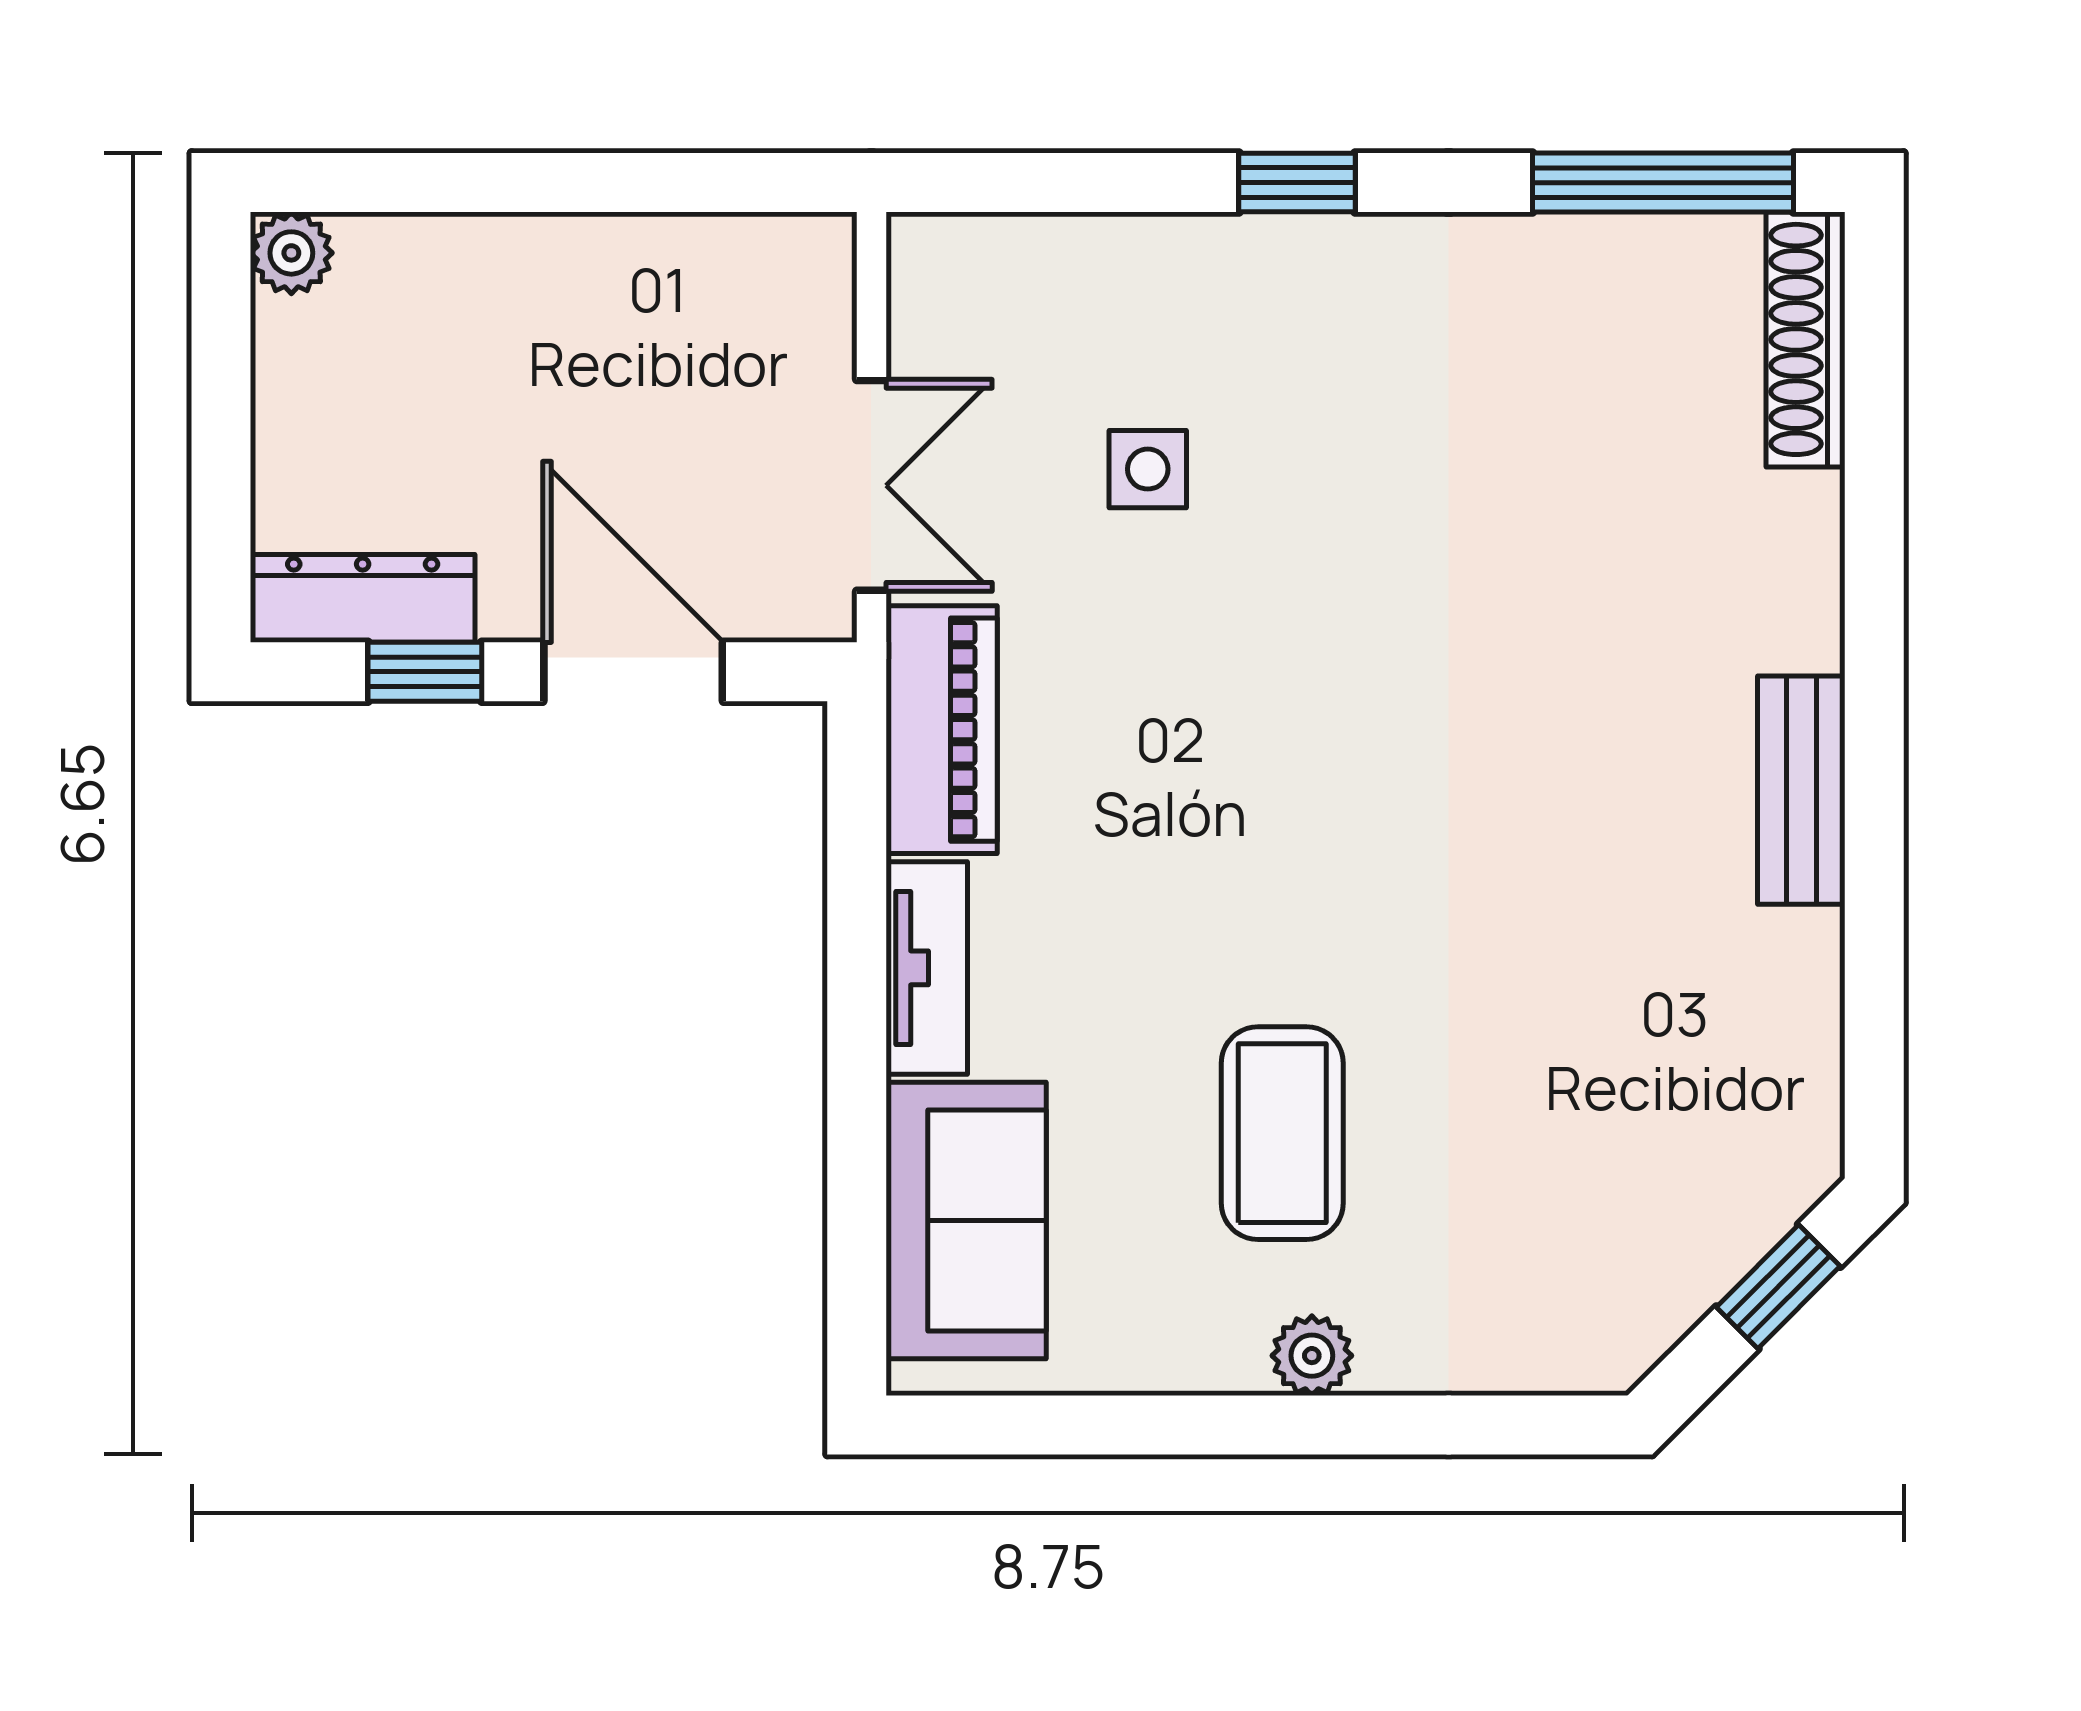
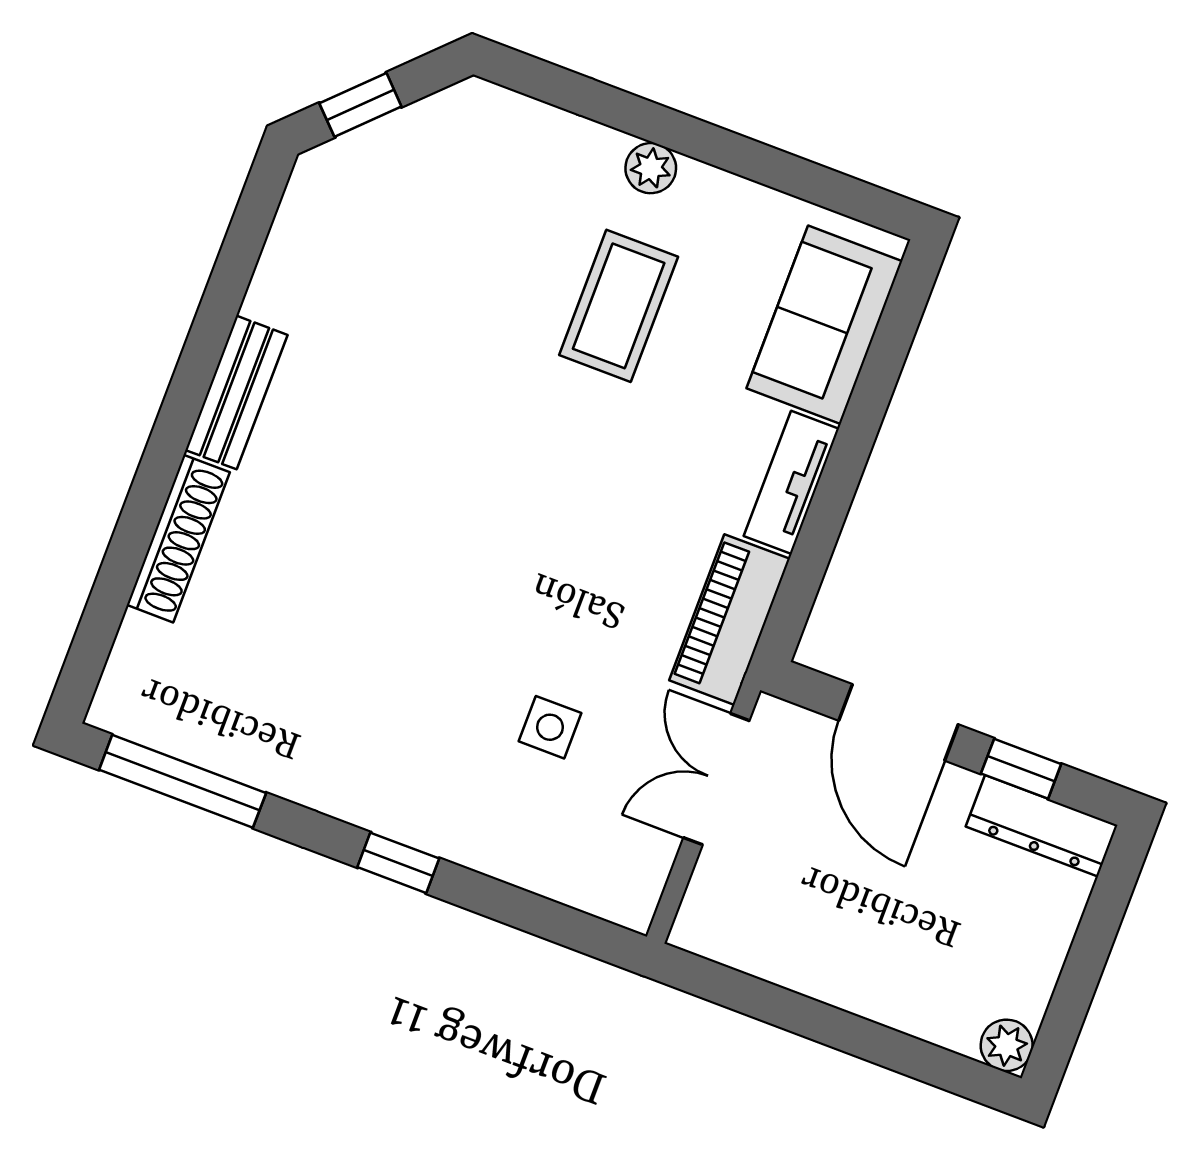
shoe rack: (1805, 339) -> (178, 539), moved

